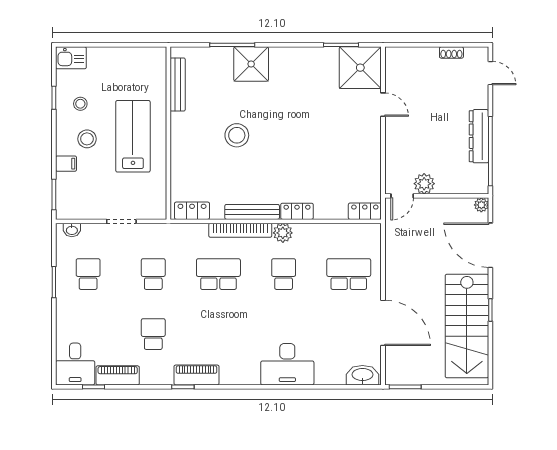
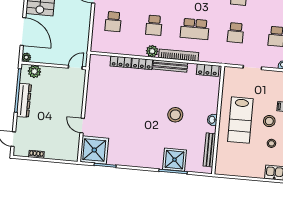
shower: (251, 64) -> (174, 160), moved
washbasin: (178, 133) -> (212, 120), added
plant: (424, 184) -> (34, 71), moved
locker: (365, 211) -> (121, 62), moved
school desk: (349, 274) -> (113, 22), width x0.54

